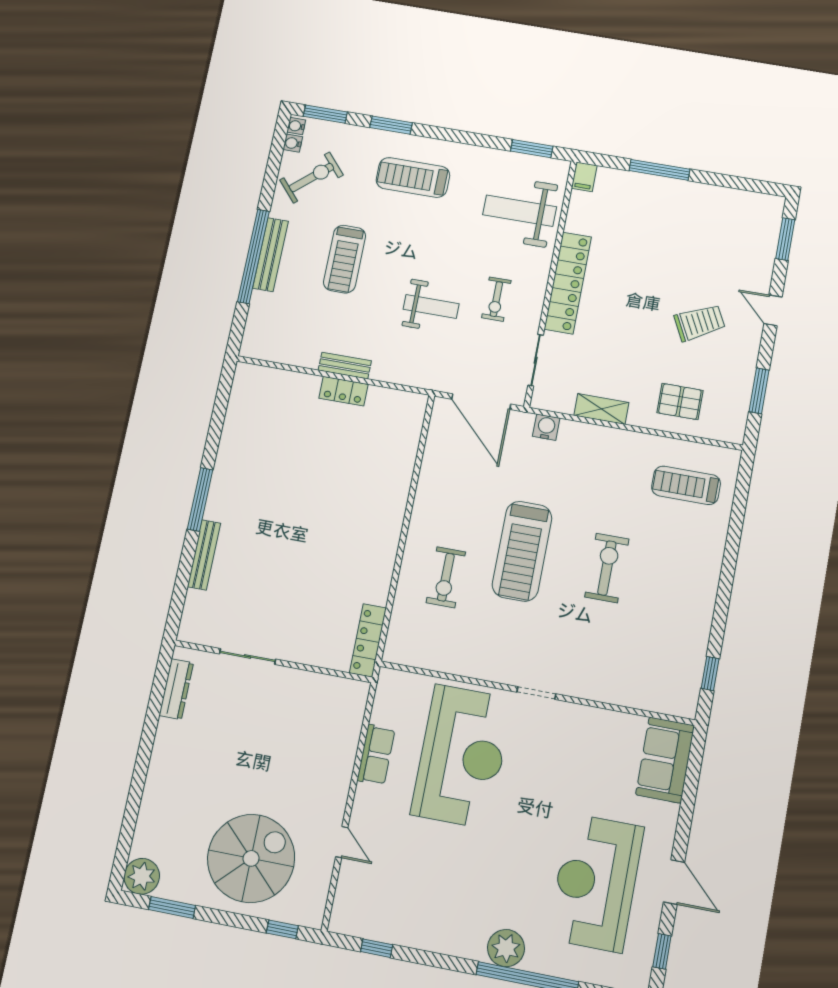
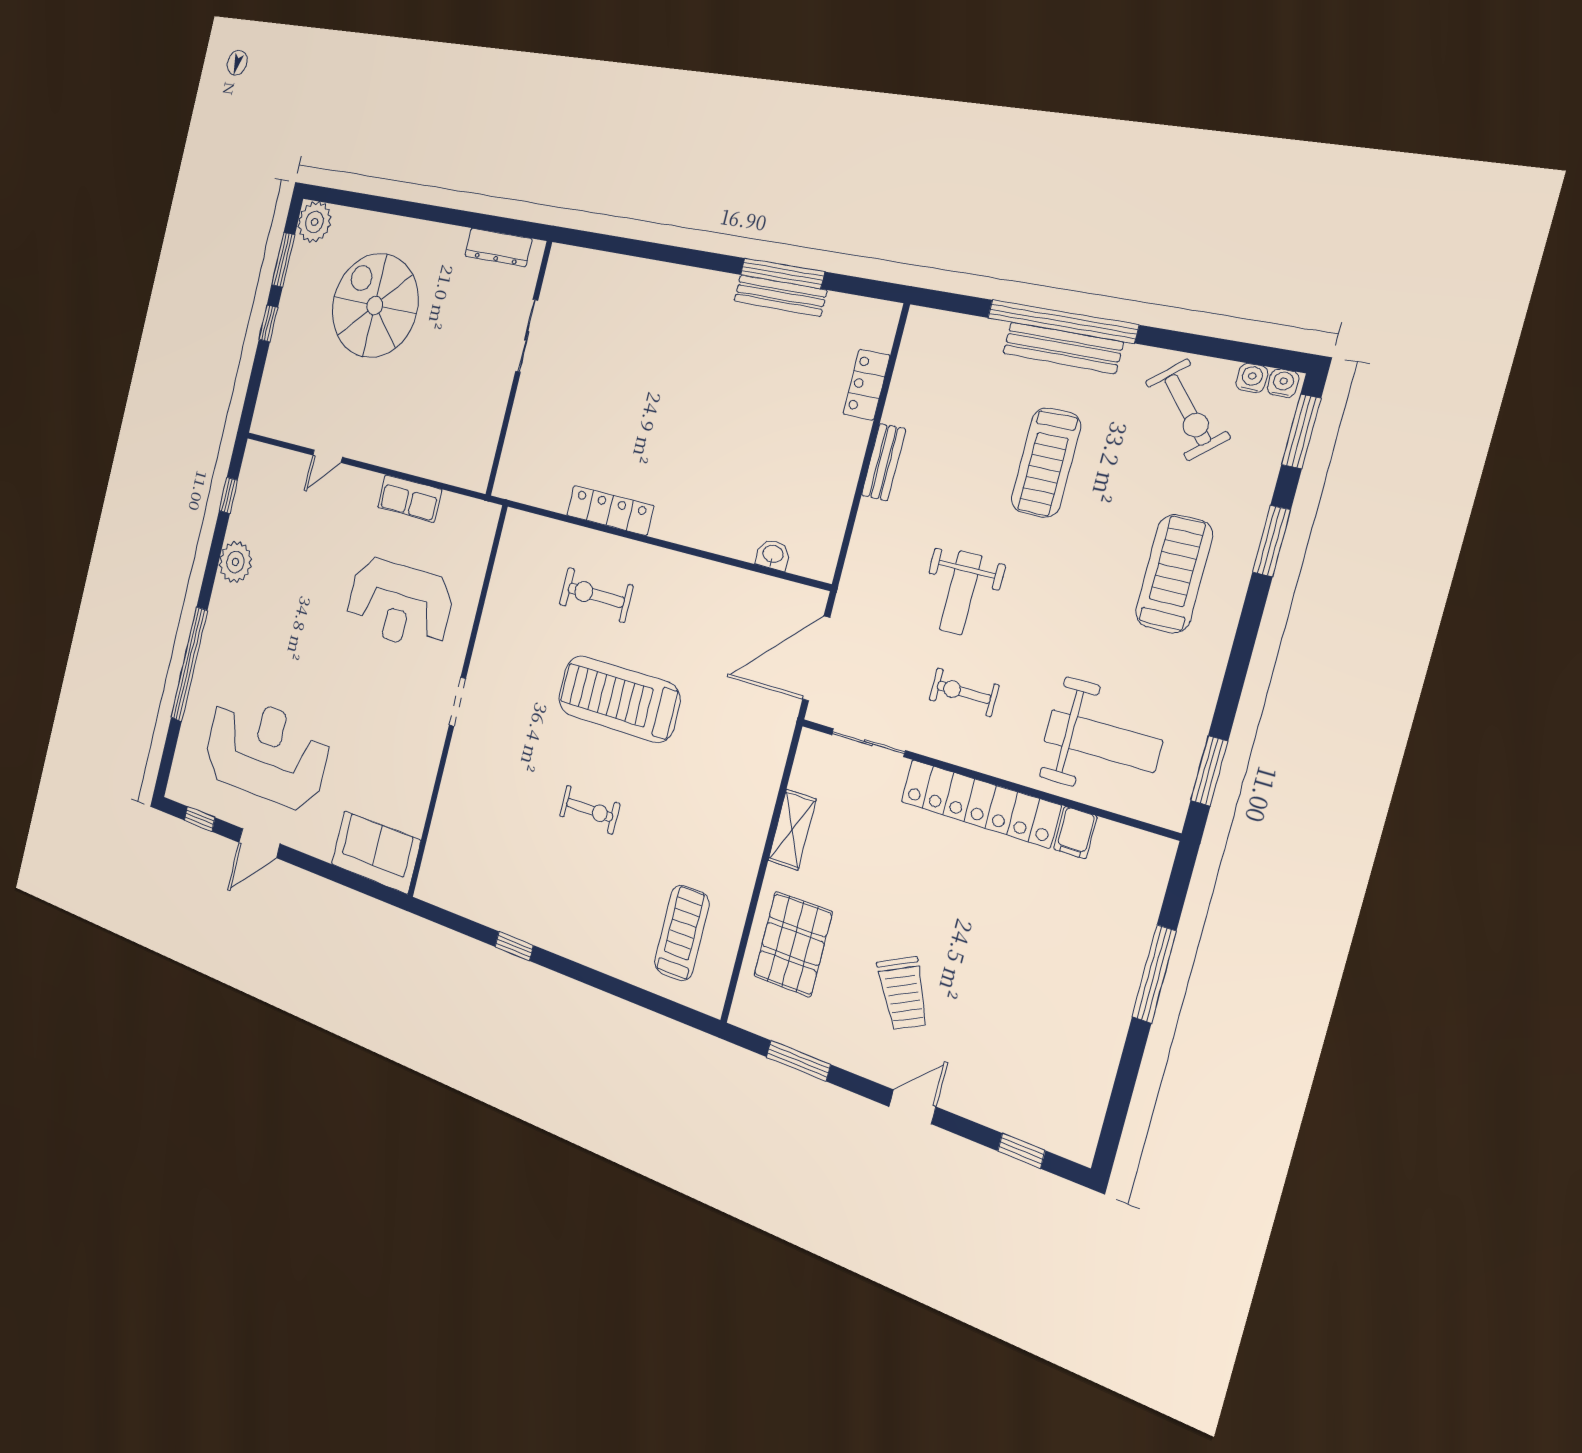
filing cabinet: (584, 177) -> (1075, 833), moved, turned -90
weight bench: (520, 211) -> (1103, 741), turned 90
window: (785, 239) -> (1021, 1151), width x0.67
treadmill: (345, 259) -> (1046, 463), turned -90
locker: (344, 391) -> (866, 385), moved
pallet: (680, 402) -> (793, 944), width x1.50, depth x1.42
water cooler: (546, 427) -> (774, 748), removed
washbasin: (410, 440) -> (773, 555), added
window: (200, 500) -> (782, 273), moved
bench: (204, 555) -> (780, 296), moved
exercise bike: (607, 568) -> (590, 810), width x0.73, depth x0.72
locker: (368, 640) -> (610, 510), moved
window: (710, 674) -> (514, 946), moved
reception desk: (462, 756) -> (399, 604), width x0.74, depth x0.77
spiral stairs: (251, 858) -> (375, 305), moved, turned 180
window: (282, 929) -> (268, 323), moved
plant: (506, 948) -> (235, 562), moved

